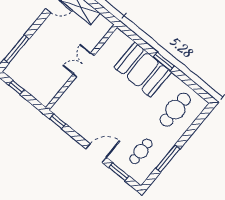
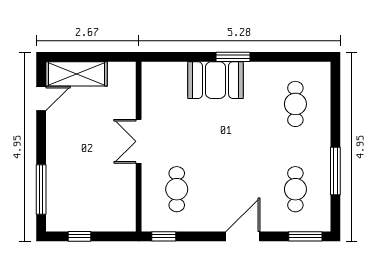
booth: (143, 70) -> (215, 80), width x0.73, depth x0.70
cafe table: (83, 104) -> (177, 189), added
cafe table: (175, 110) -> (295, 104), width x0.73, depth x0.74
window: (119, 172) -> (305, 236), moved

